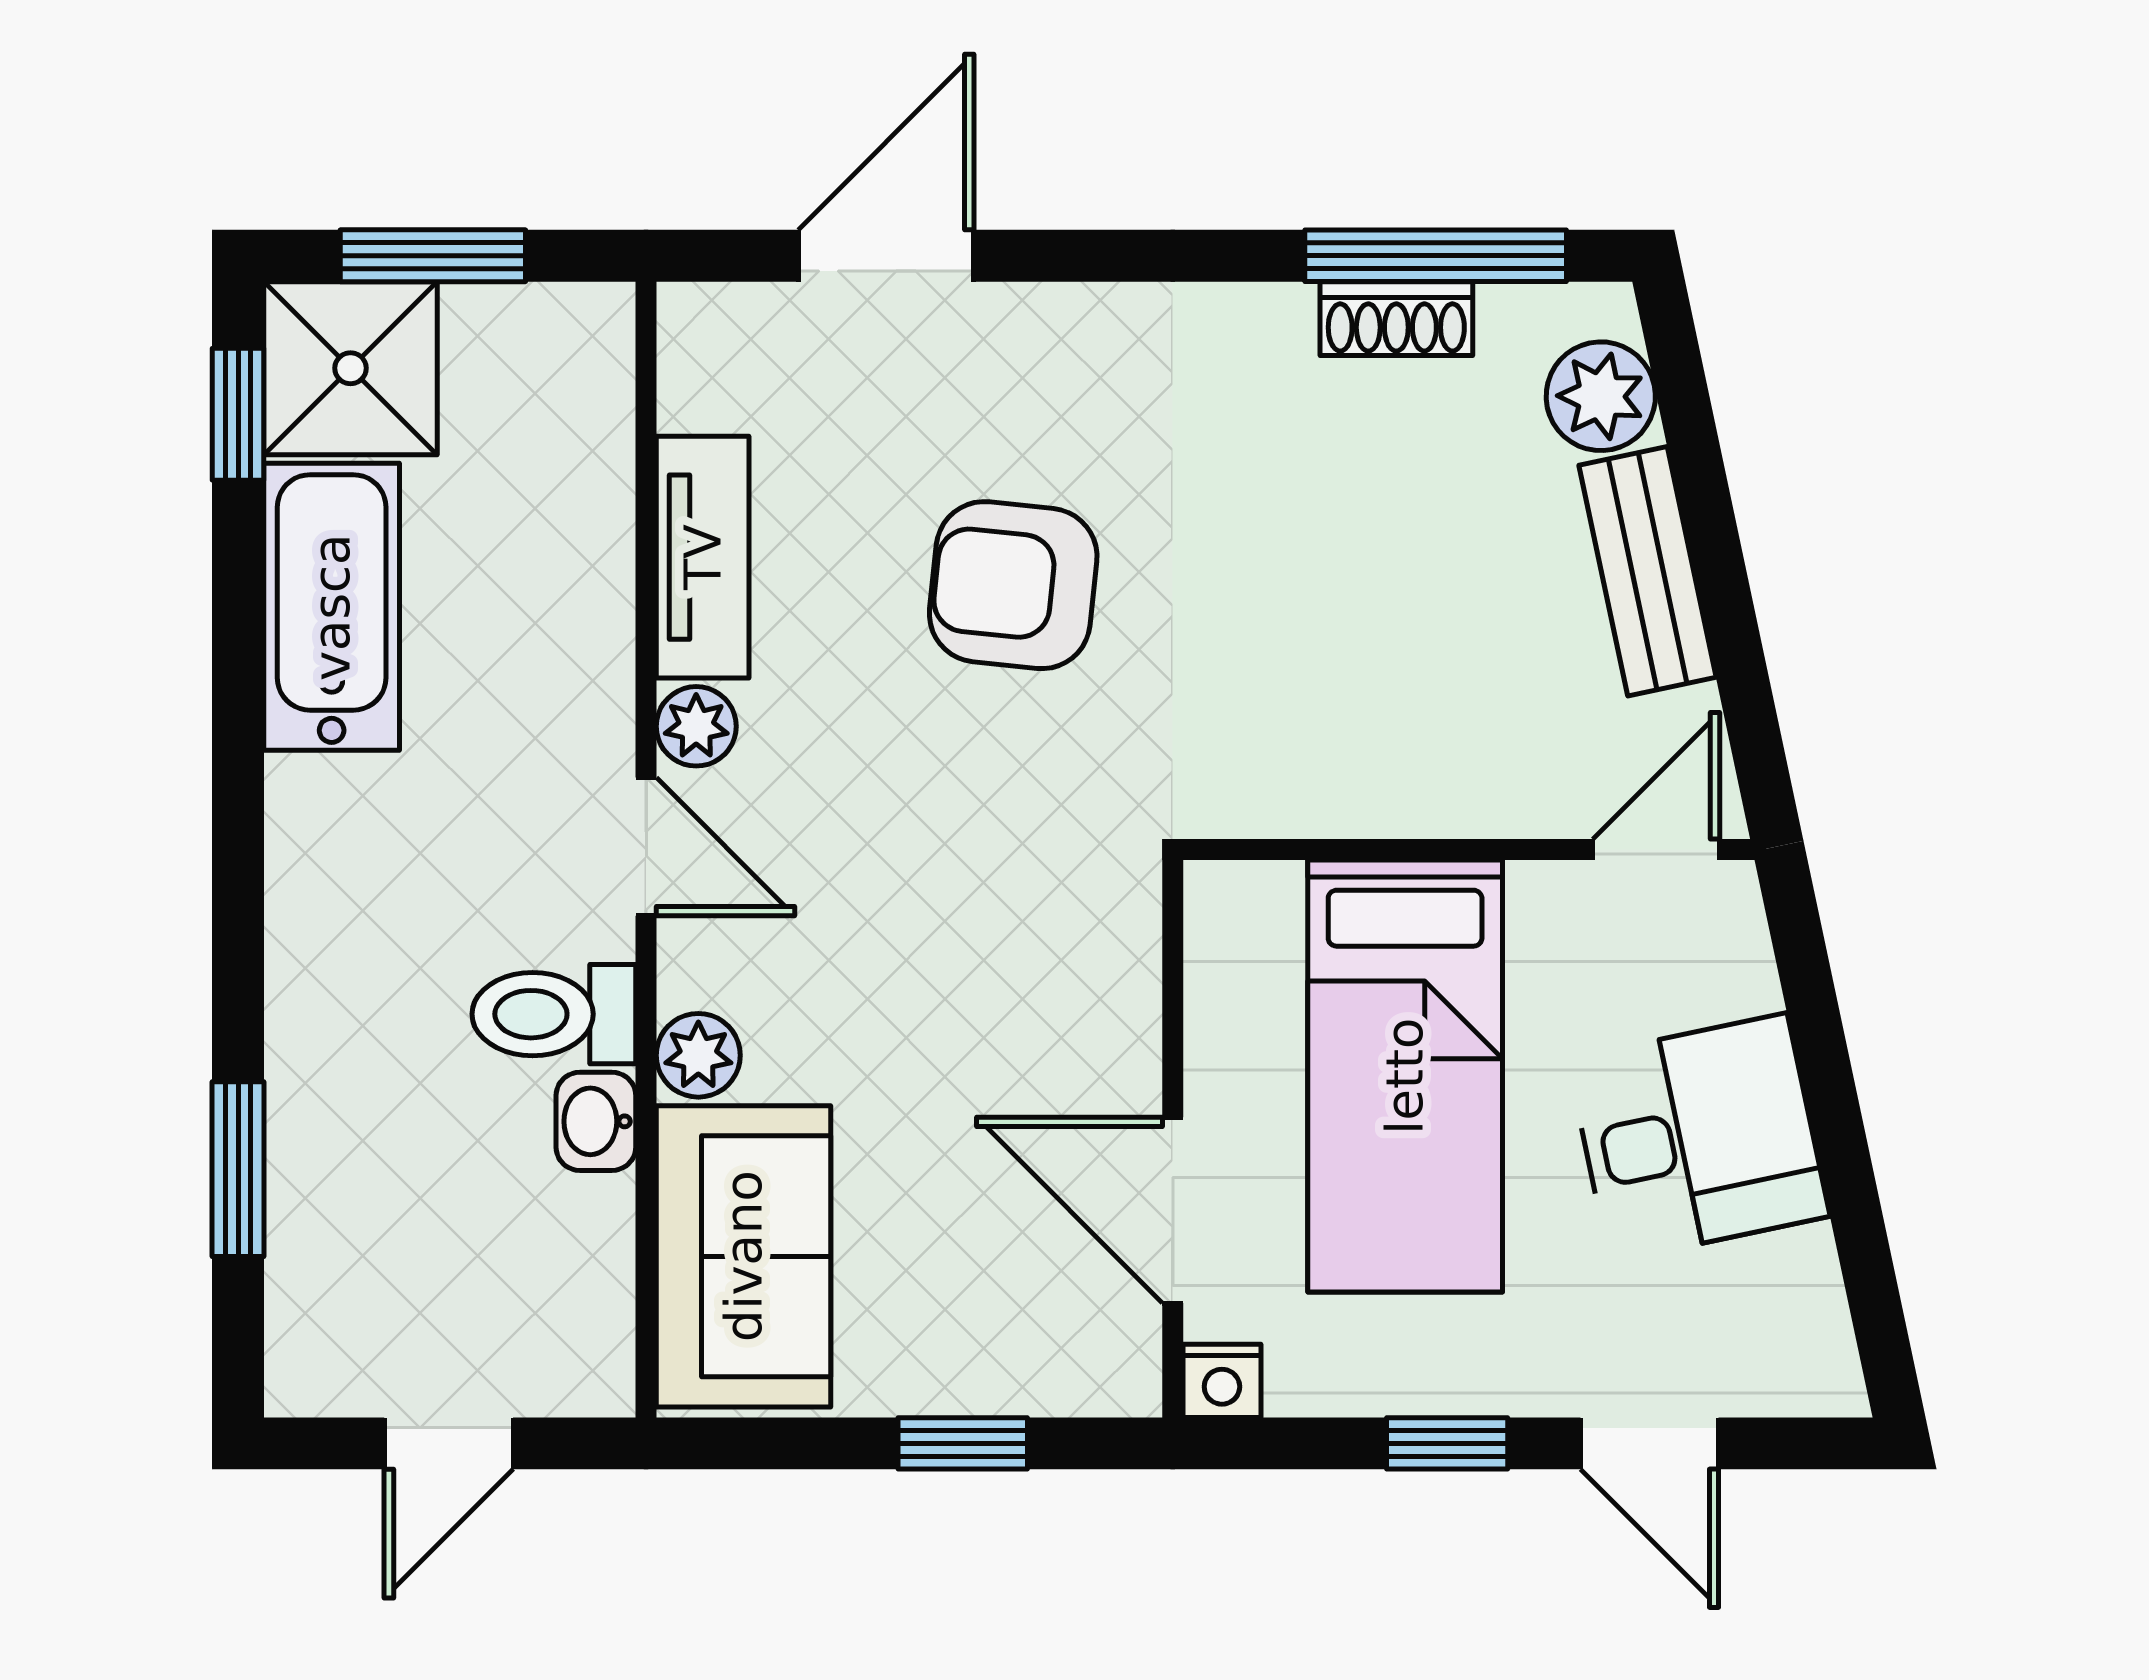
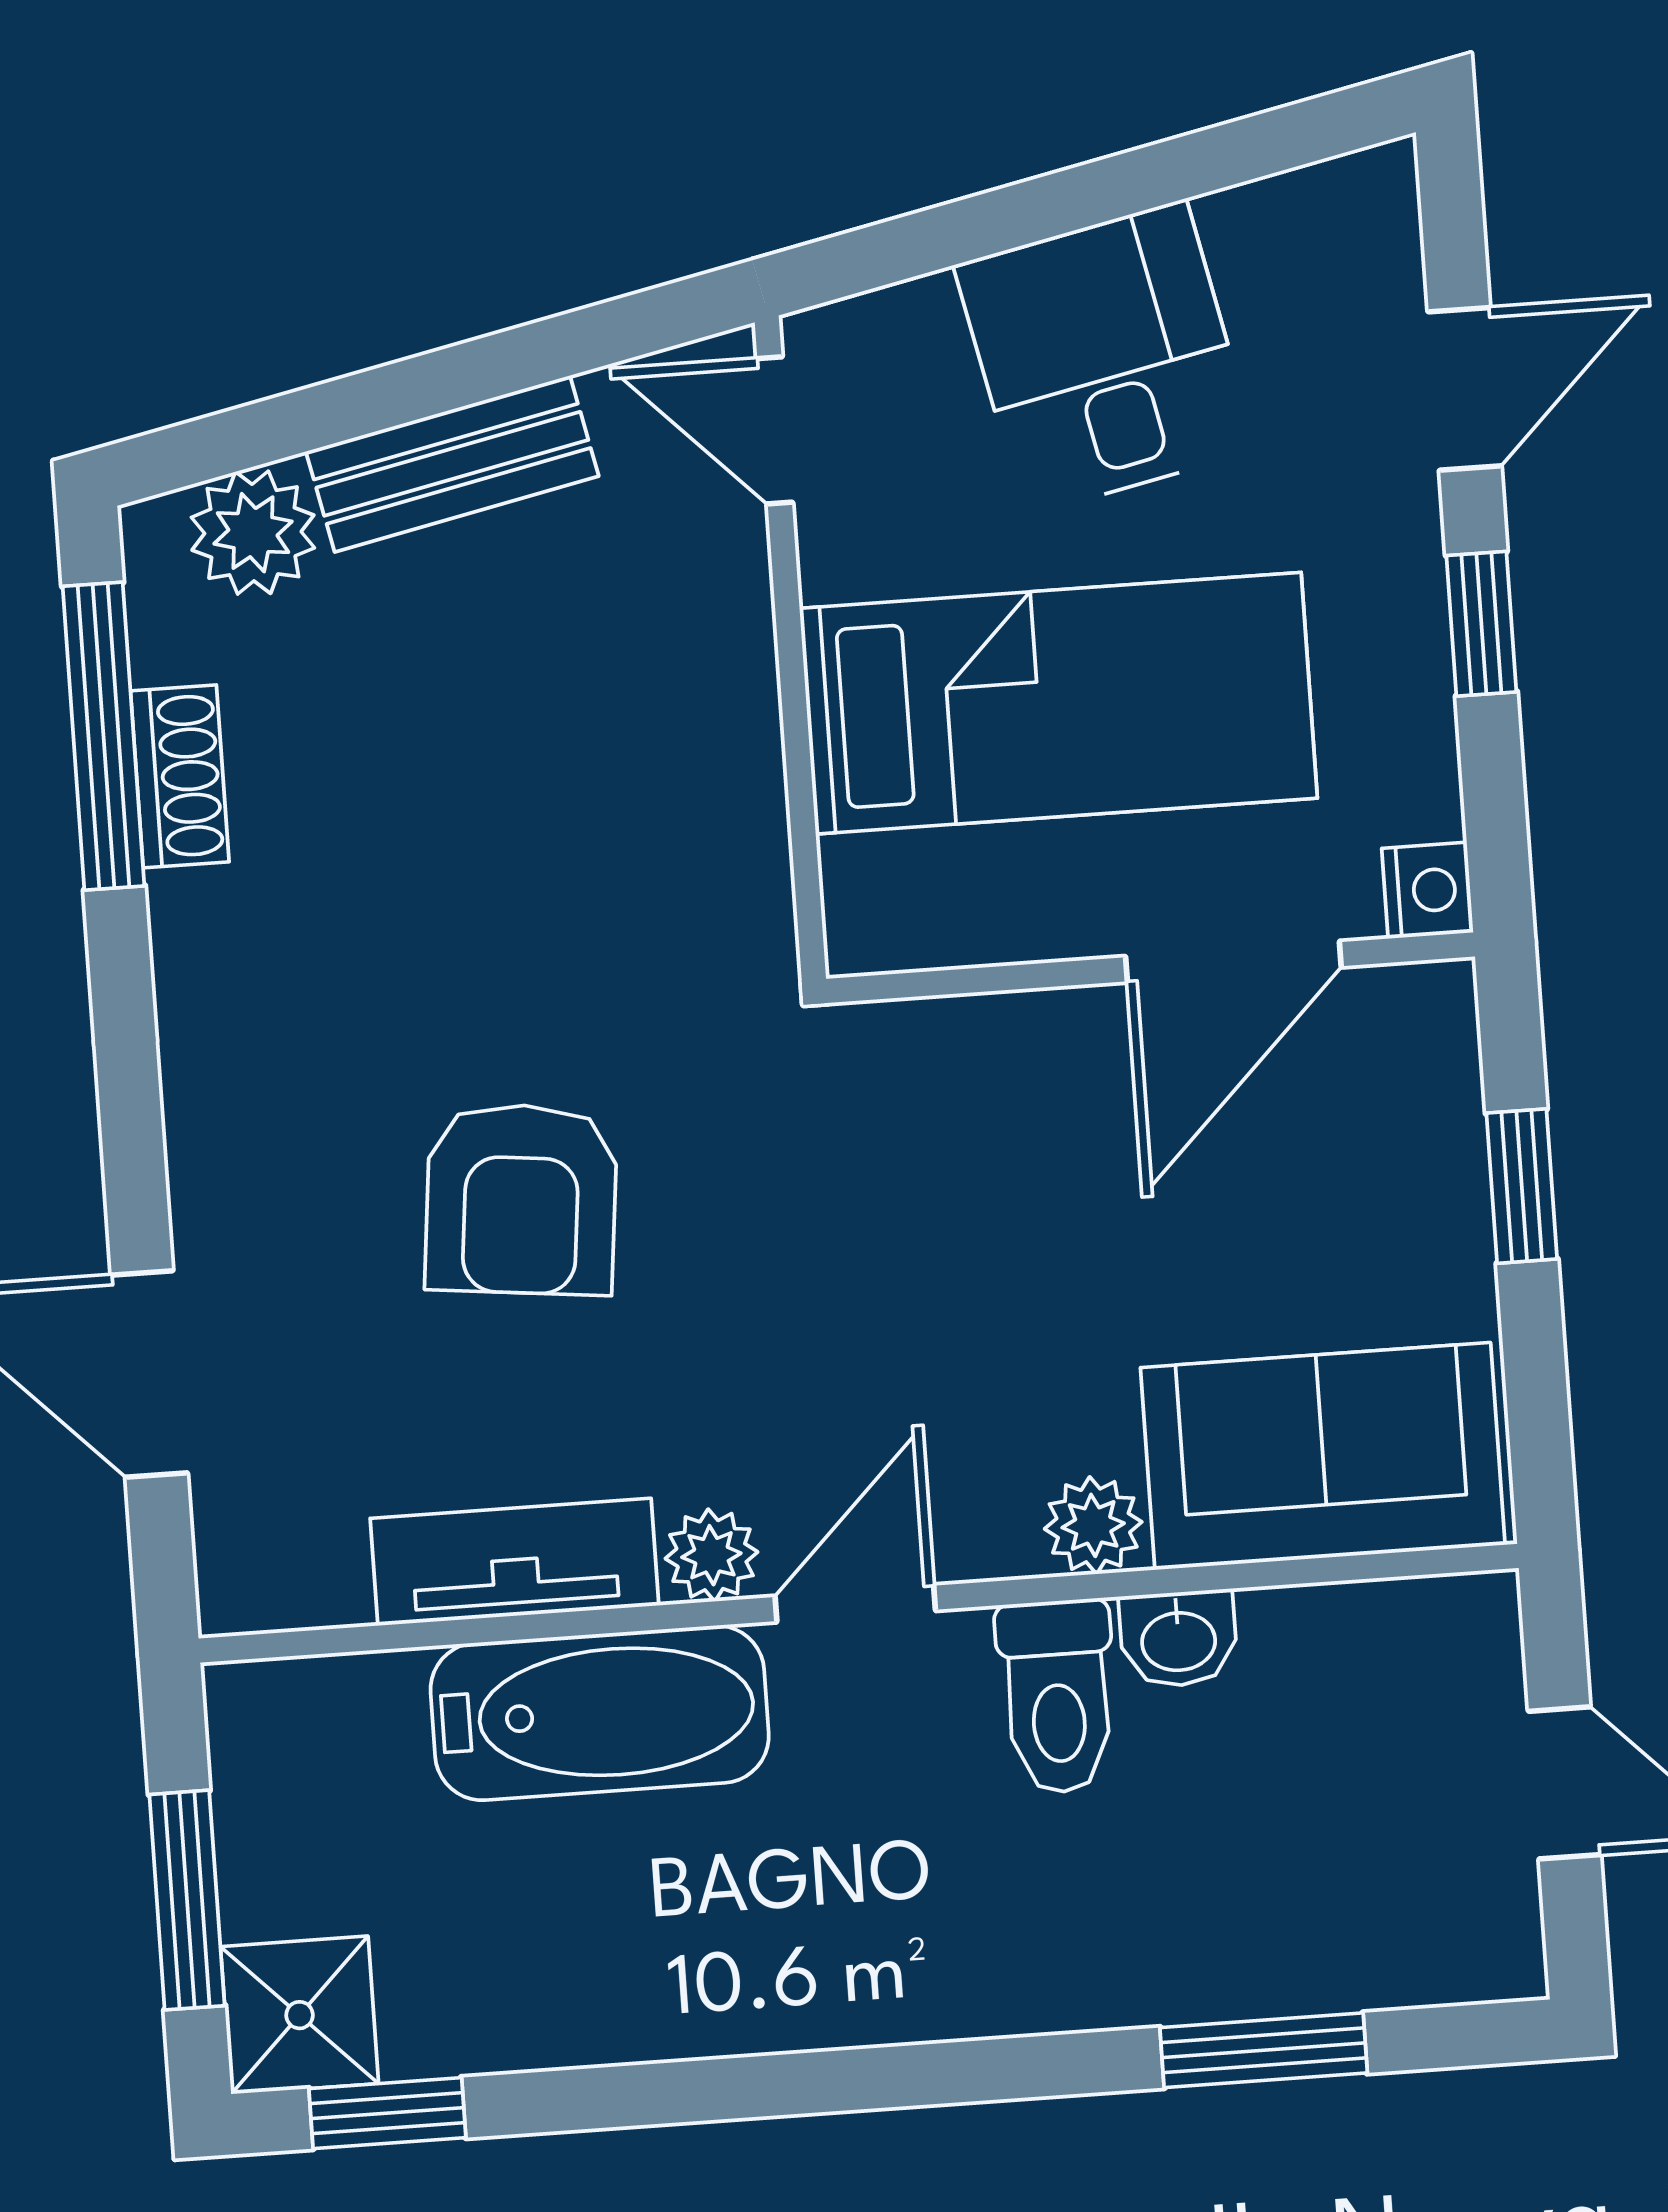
shower: (351, 368) -> (300, 2015), width x0.73, depth x0.73
bathtub: (332, 607) -> (600, 1713), moved, turned 180

